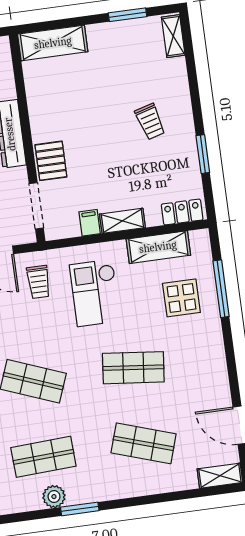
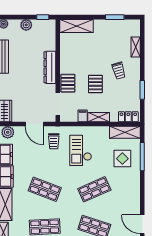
shelving: (173, 36) -> (136, 47), moved
pallet: (107, 155) -> (95, 84), added
shelving: (158, 247) -> (125, 132), moved
shop shelf: (133, 368) -> (94, 189), turned -30

